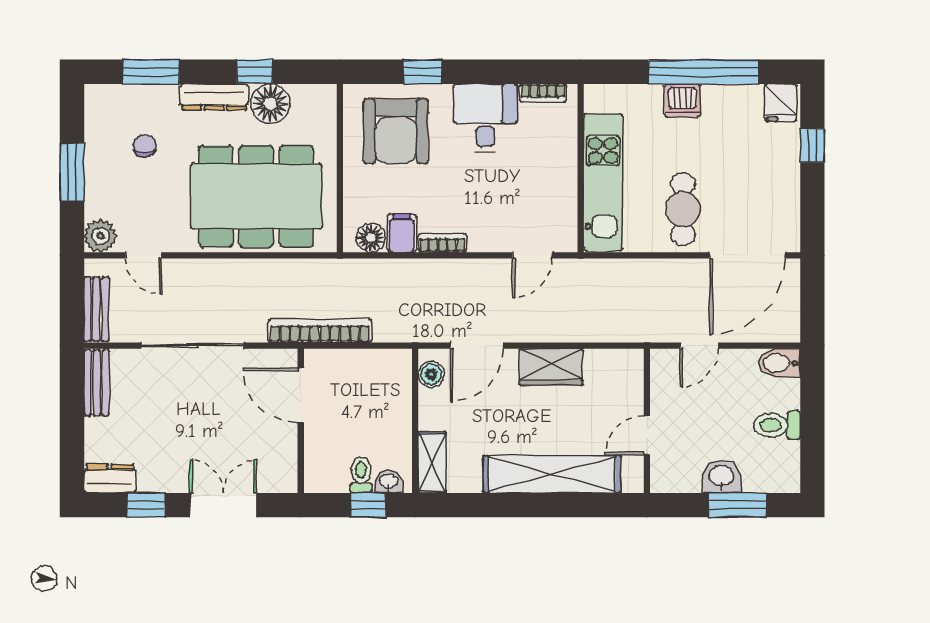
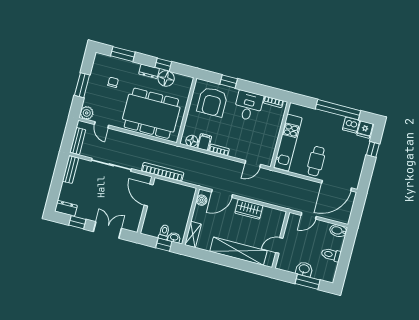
dresser: (214, 97) -> (149, 71), width x0.70
dishwasher: (682, 100) -> (351, 125), moved

